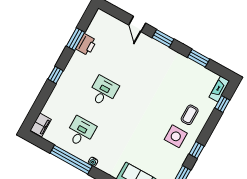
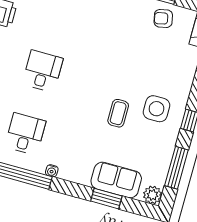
armchair: (196, 75) -> (163, 18), added
coffee table: (190, 115) -> (118, 113), moved

